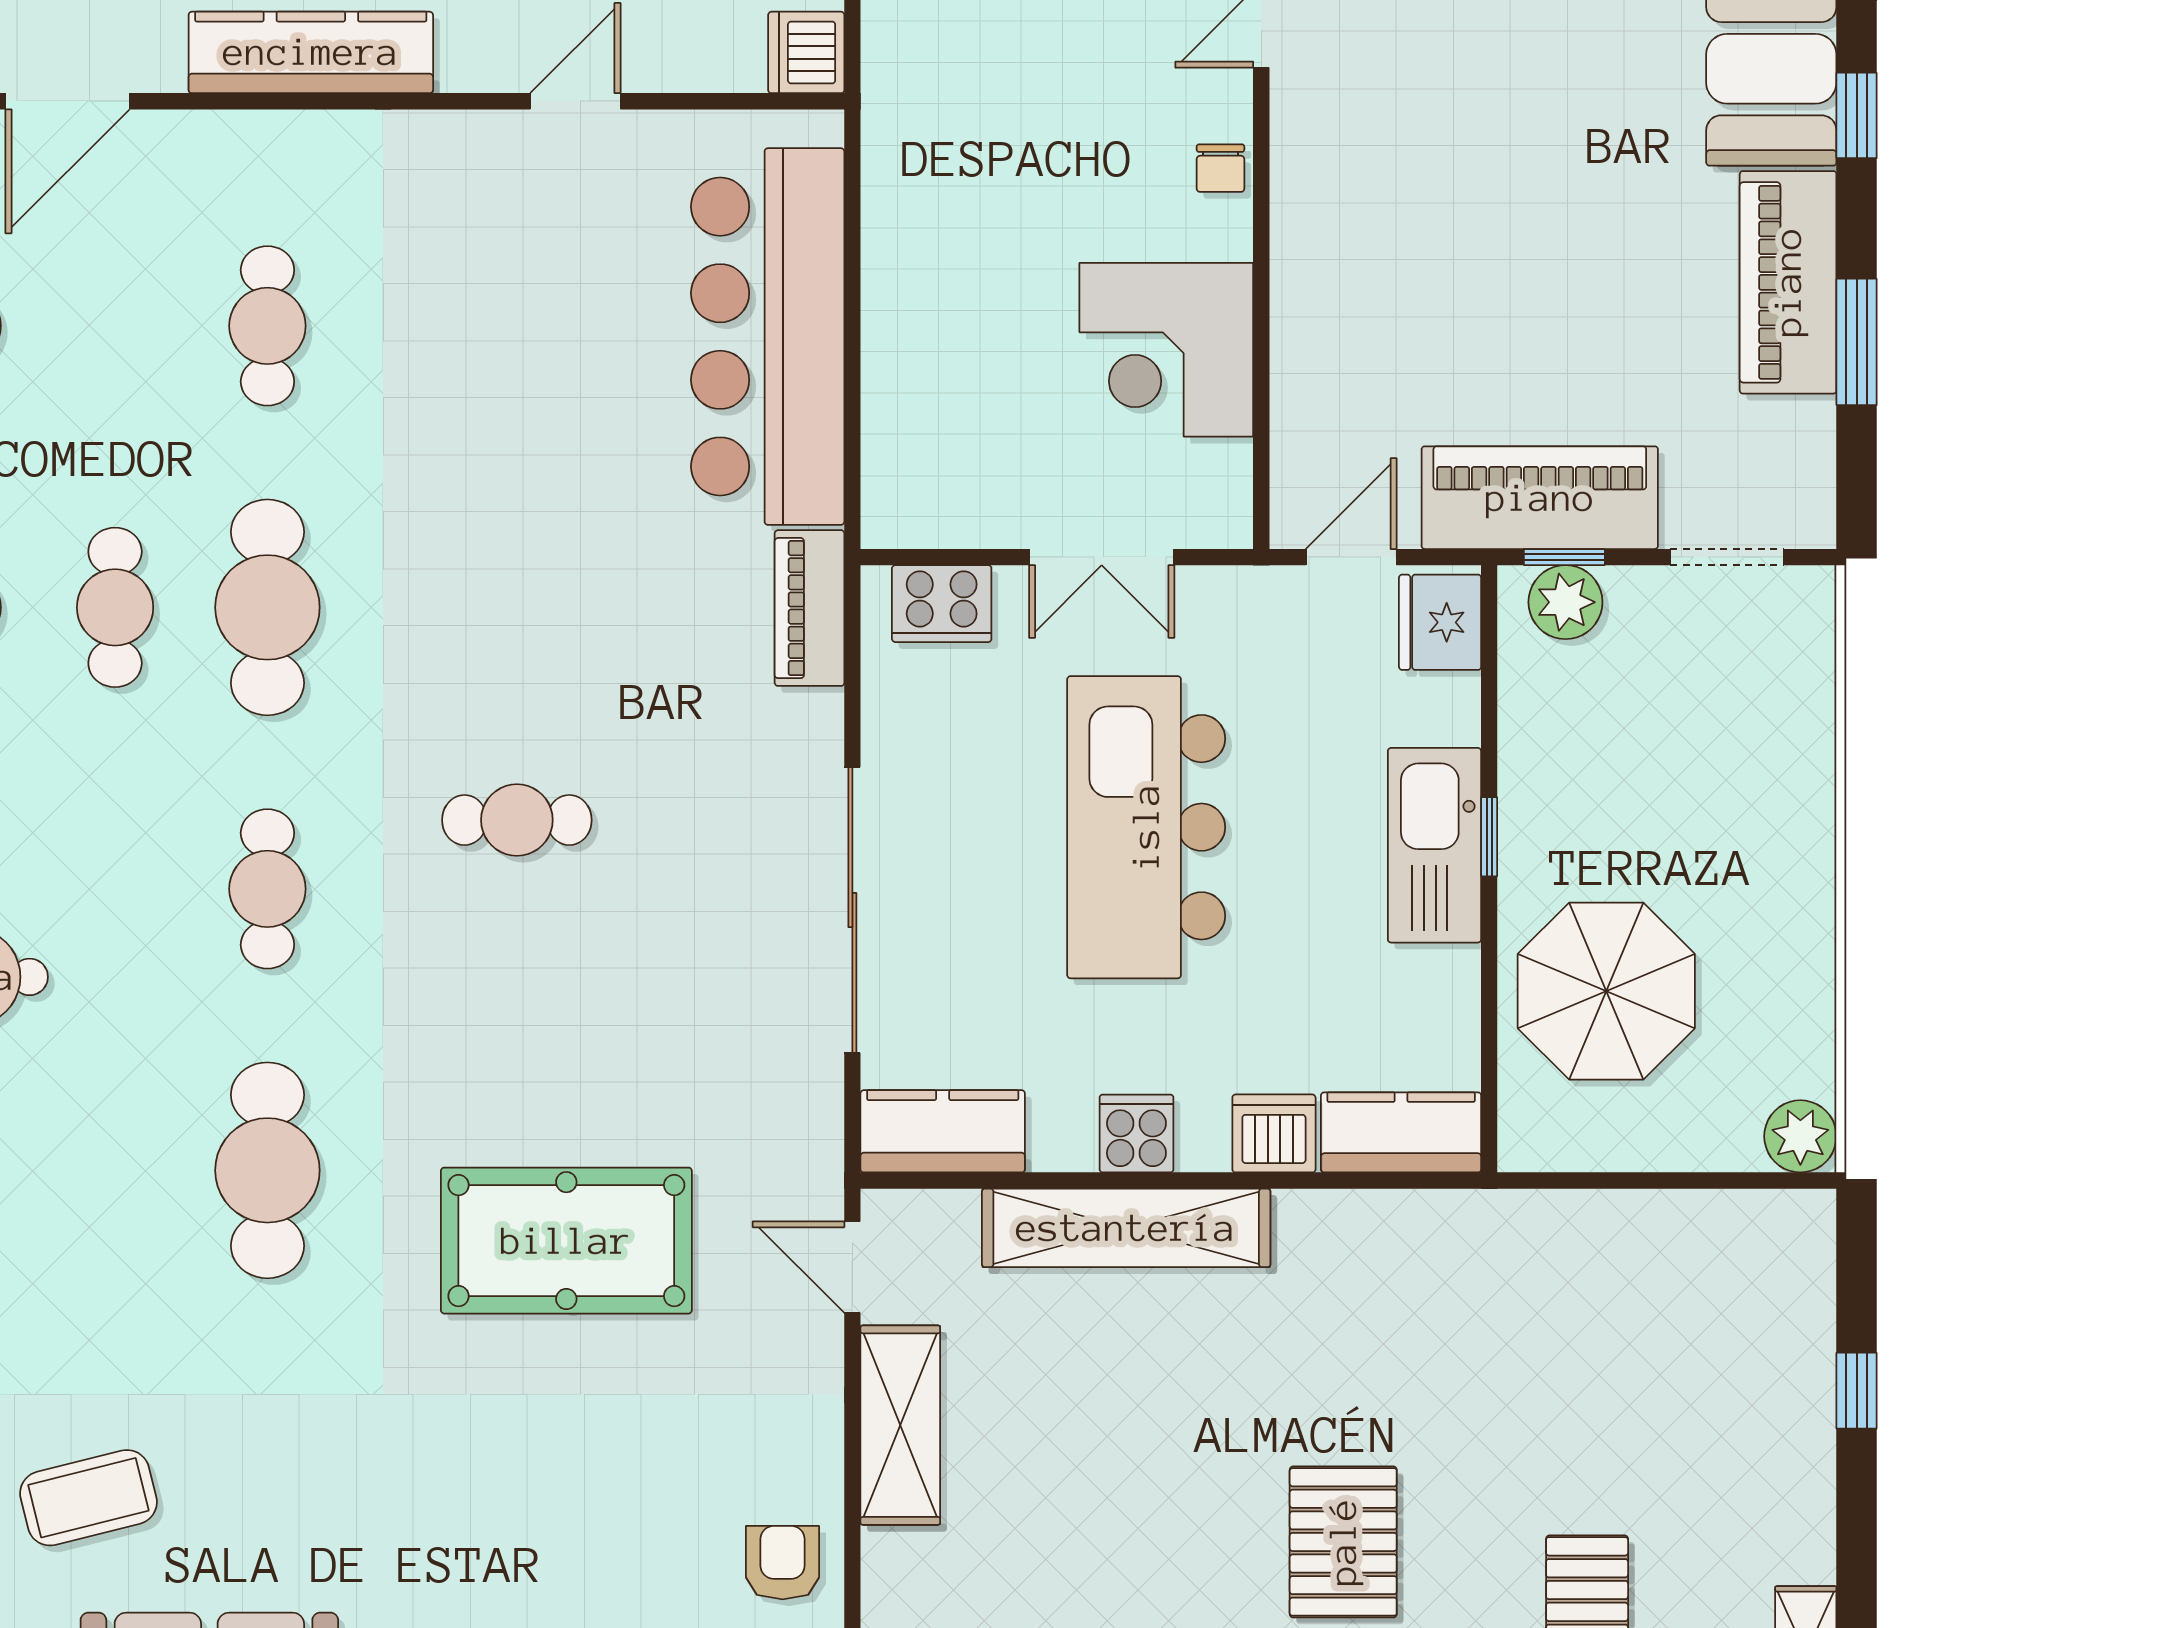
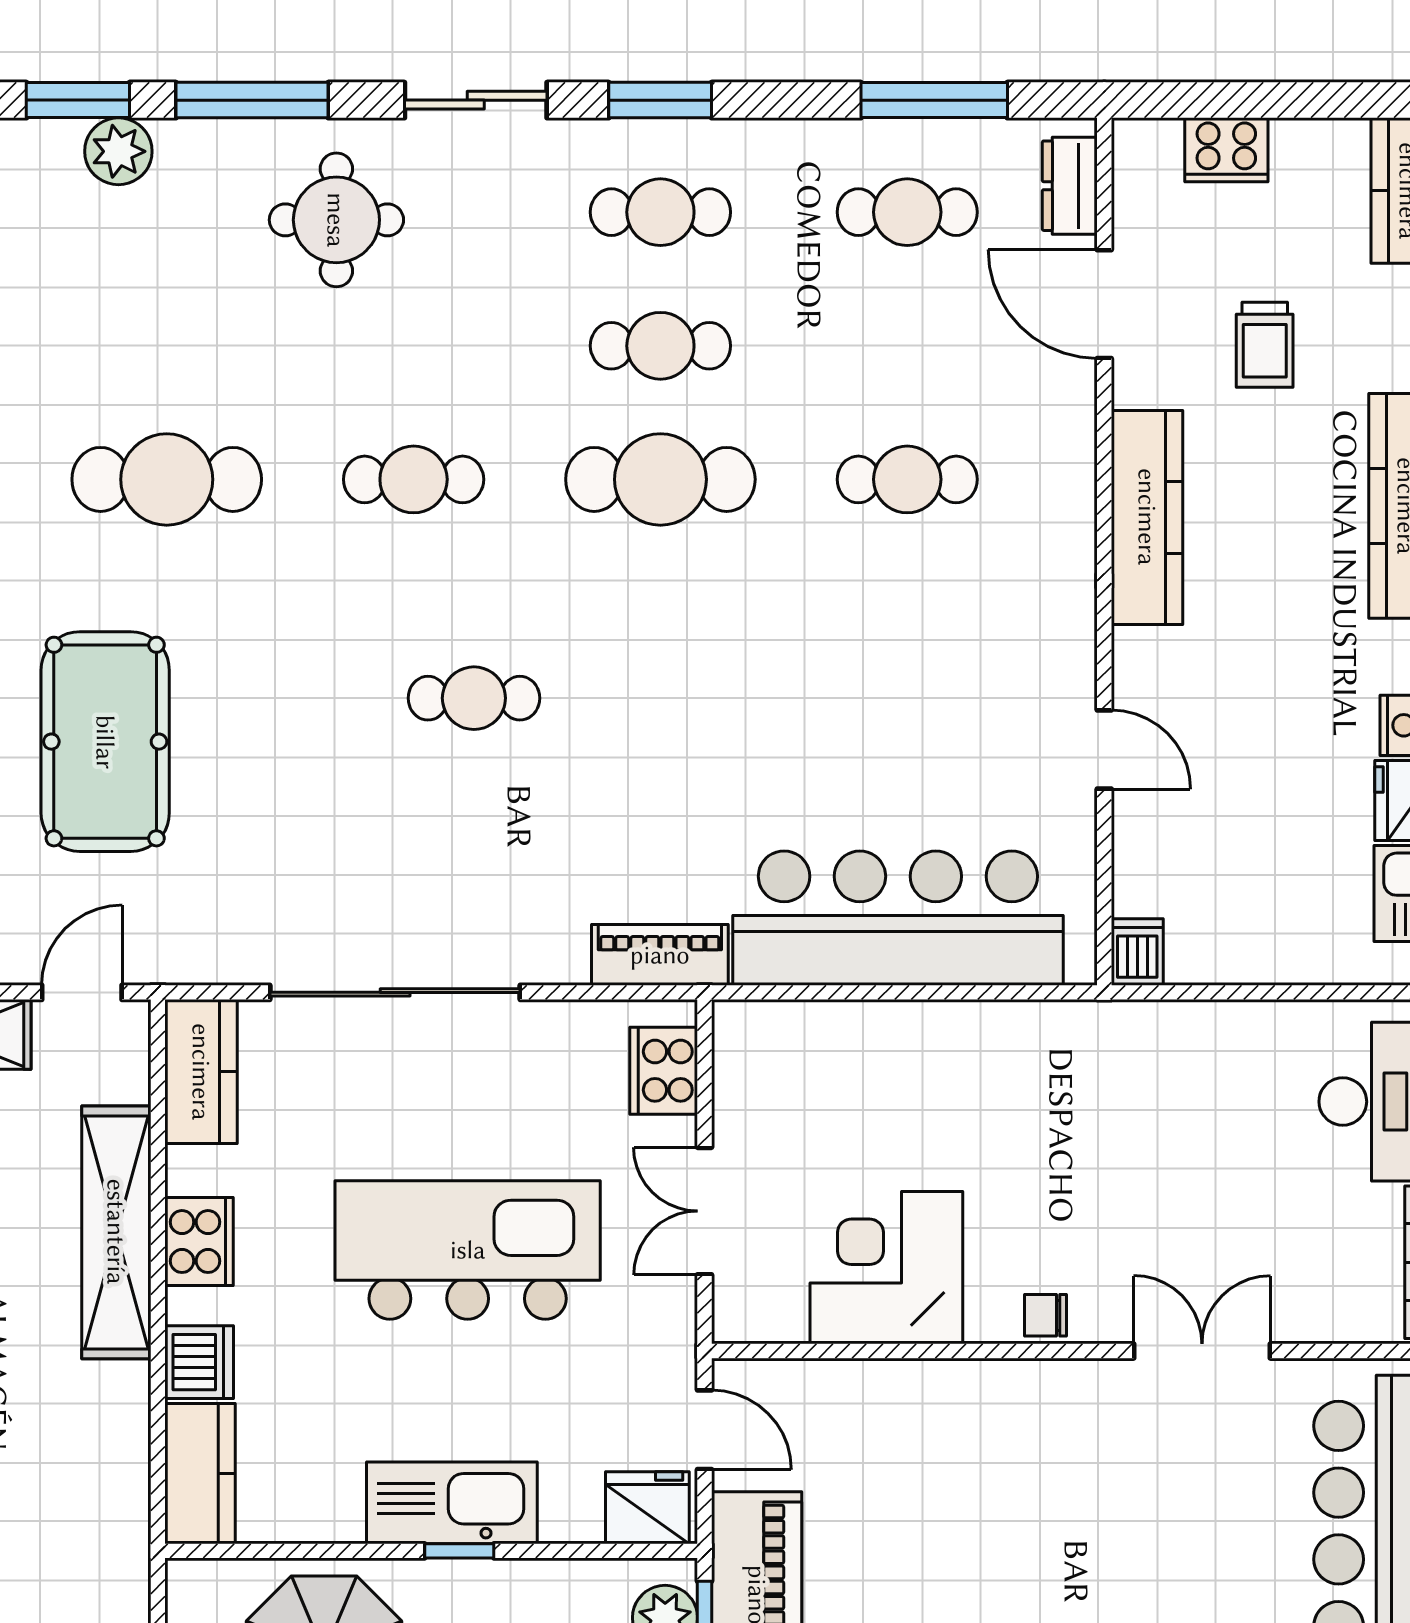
dishwasher: (806, 52) -> (1137, 952), width x0.73
cafe table: (517, 820) -> (474, 698), turned 90
cooker: (1136, 1133) -> (199, 1242), width x1.36

